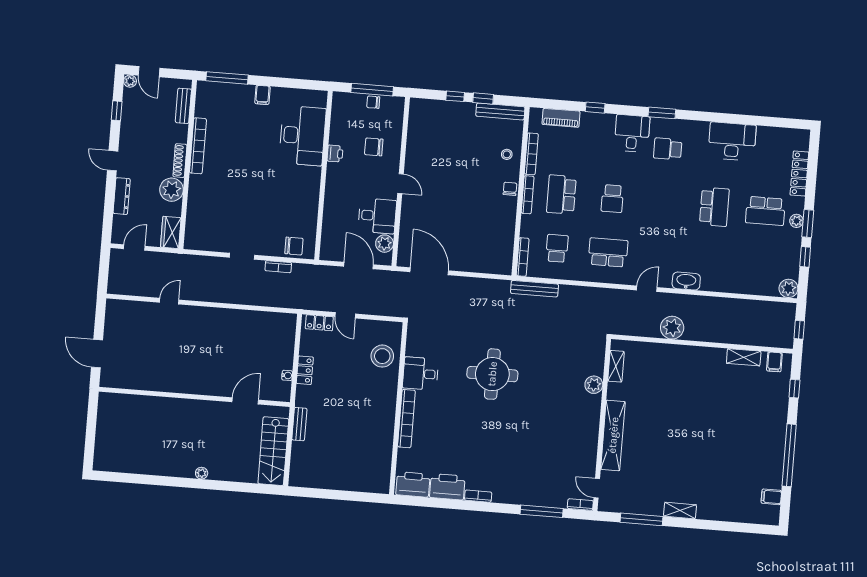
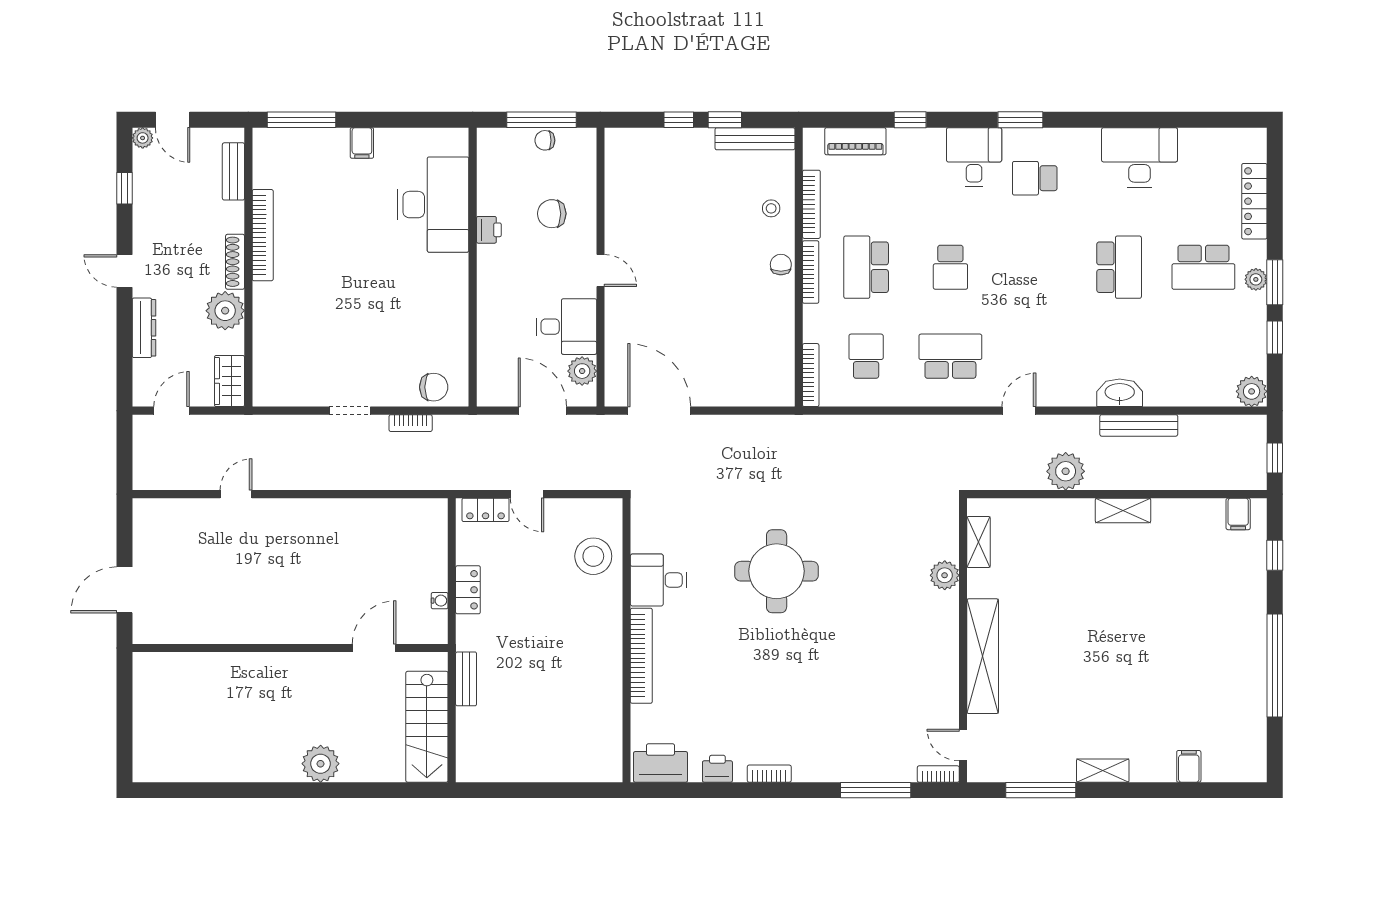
washbasin: (686, 281) -> (1120, 393), moved
bench: (534, 289) -> (1139, 425), moved
door: (97, 354) -> (124, 590), hinge flipped
shelving: (744, 357) -> (1123, 510), moved
plant: (202, 473) -> (321, 764), width x1.88, depth x1.88
printer: (447, 487) -> (717, 769), width x0.53, depth x0.68
filing cabinet: (771, 497) -> (1189, 766), moved, turned 90

